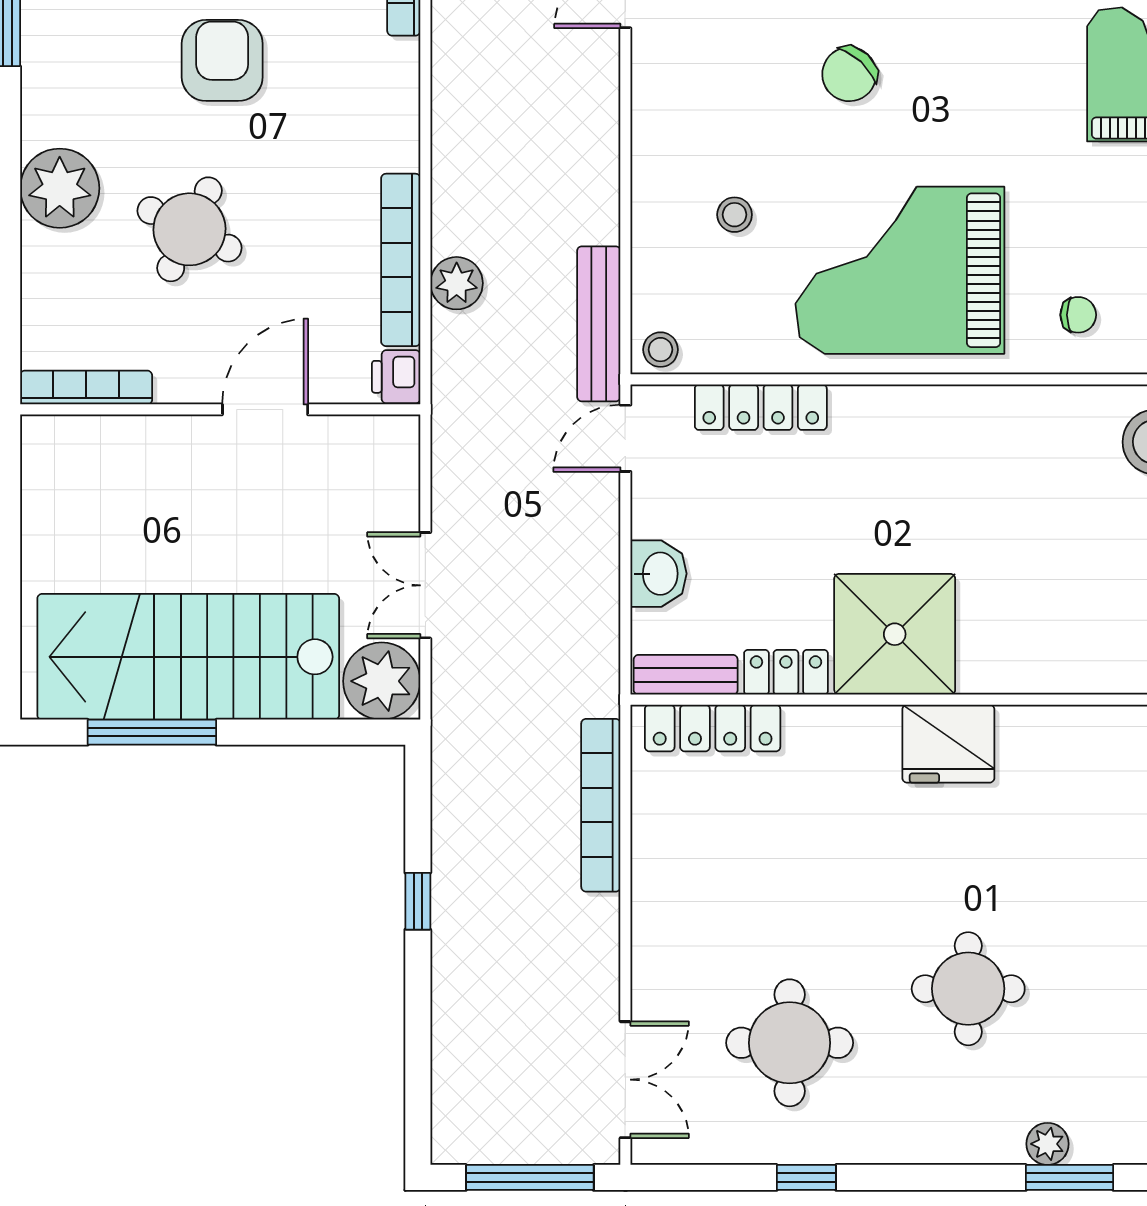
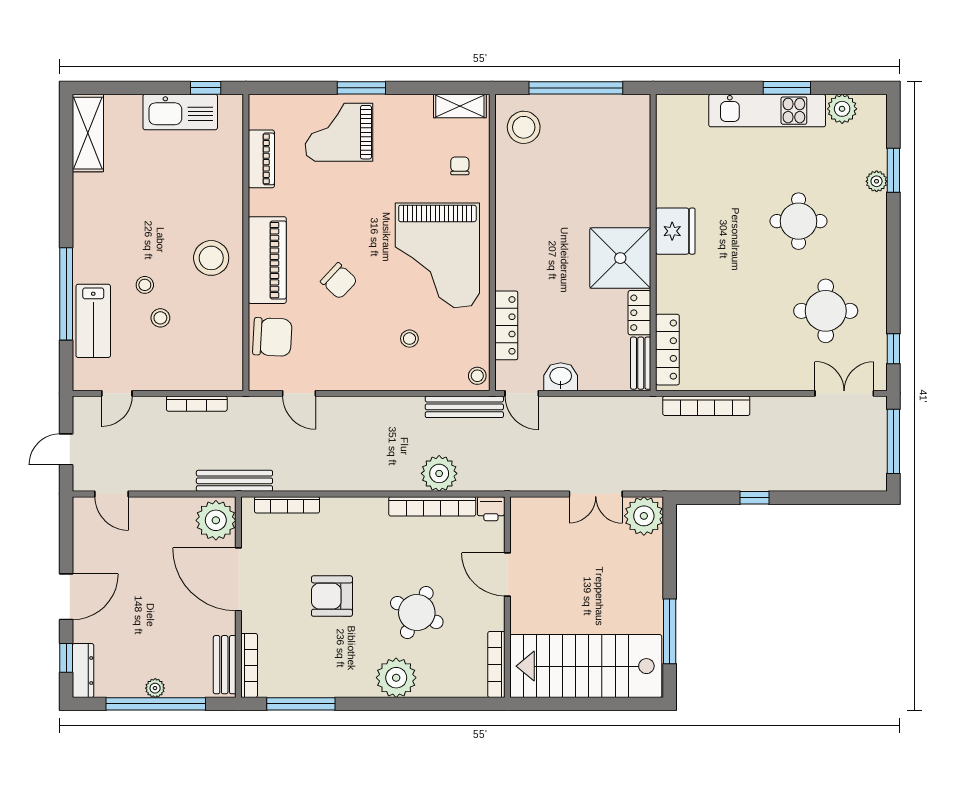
plant: (457, 283) -> (439, 473), width x1.36, depth x1.36
washbasin: (659, 574) -> (561, 377), moved
stairs: (188, 657) -> (586, 666), moved, turned 90
window: (806, 1177) -> (893, 349), moved

